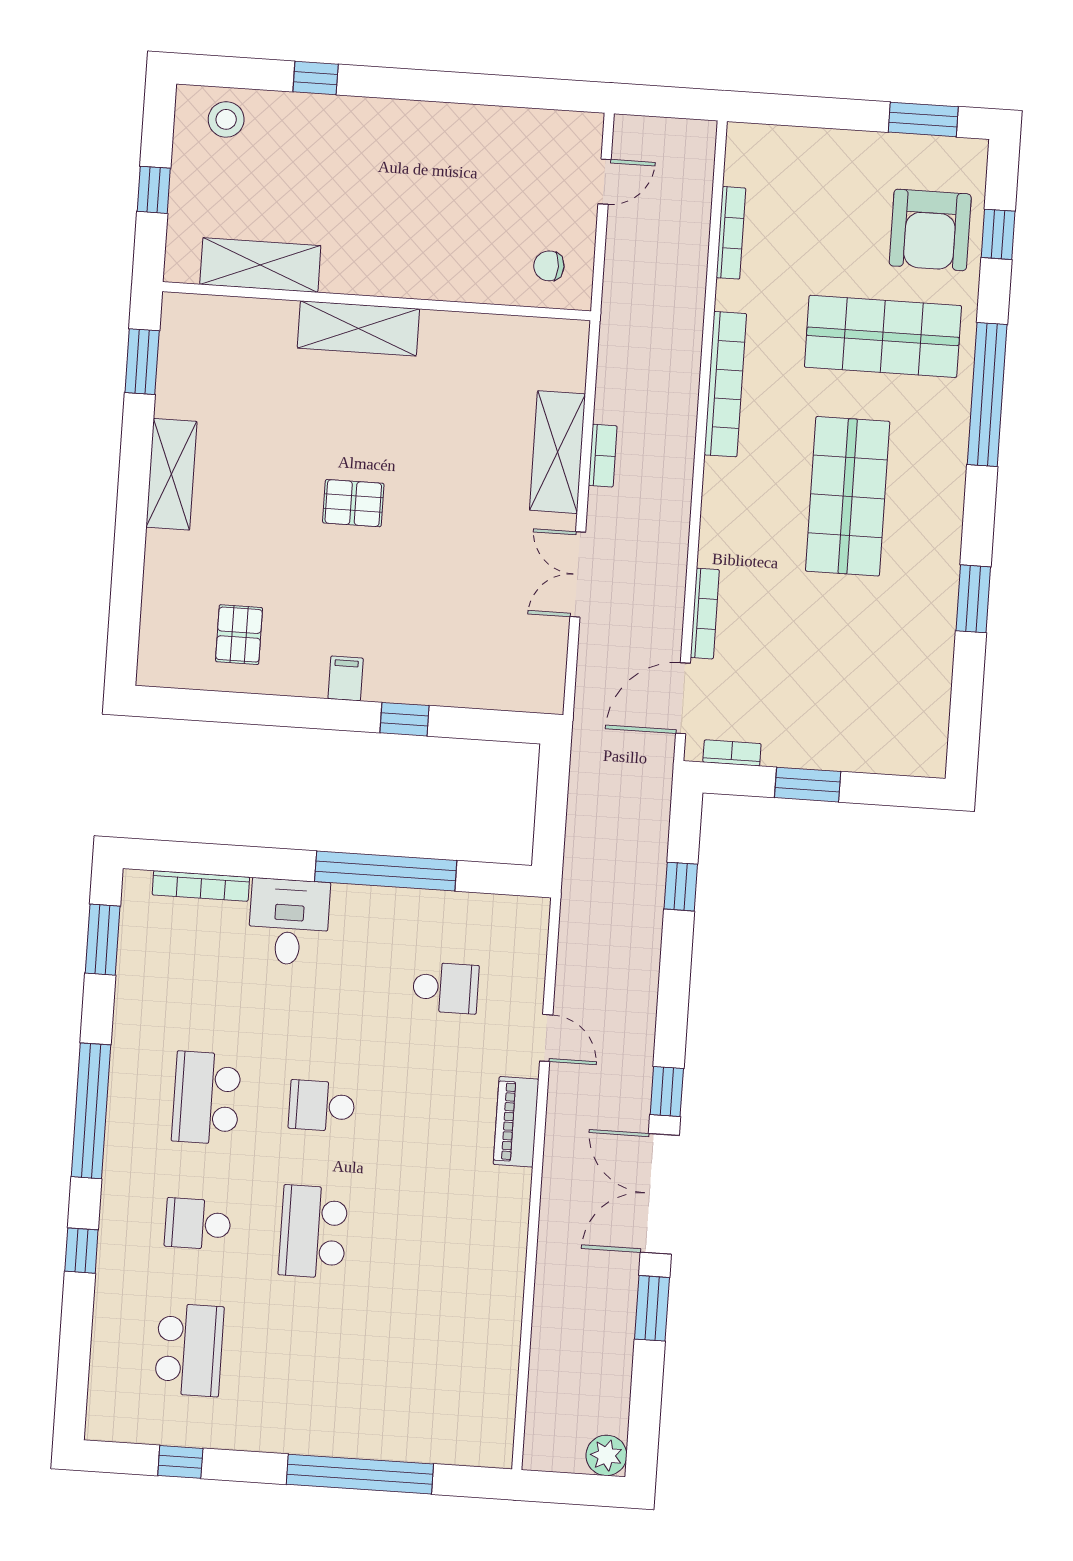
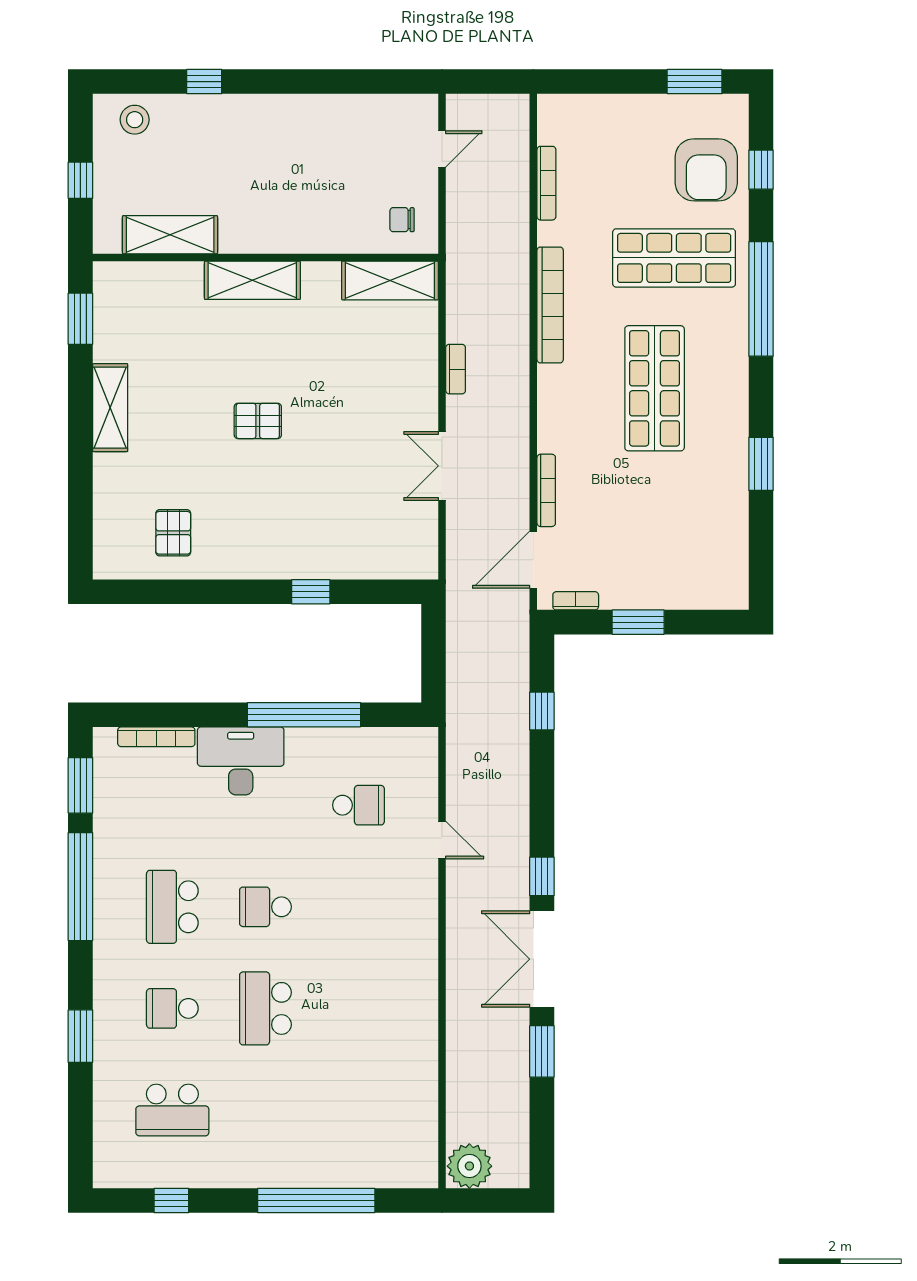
shelving: (557, 452) -> (390, 280), moved, turned 90
filing cabinet: (346, 678) -> (261, 562), removed
desk: (289, 922) -> (241, 761), width x1.37
window: (91, 1111) -> (80, 887), moved
piano: (516, 1122) -> (422, 909), removed
window: (81, 1251) -> (80, 1036), width x1.50
school desk: (189, 1350) -> (172, 1110), turned 90
plant: (606, 1455) -> (469, 1166), moved, width x1.36, depth x1.36

